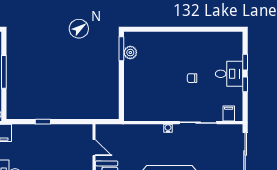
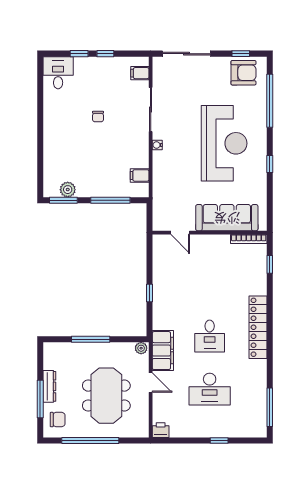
desk: (229, 74) -> (58, 73), moved
window: (121, 88) -> (110, 200), added
filing cabinet: (142, 113) -> (140, 175), added
door: (94, 148) -> (180, 233), swing flipped

